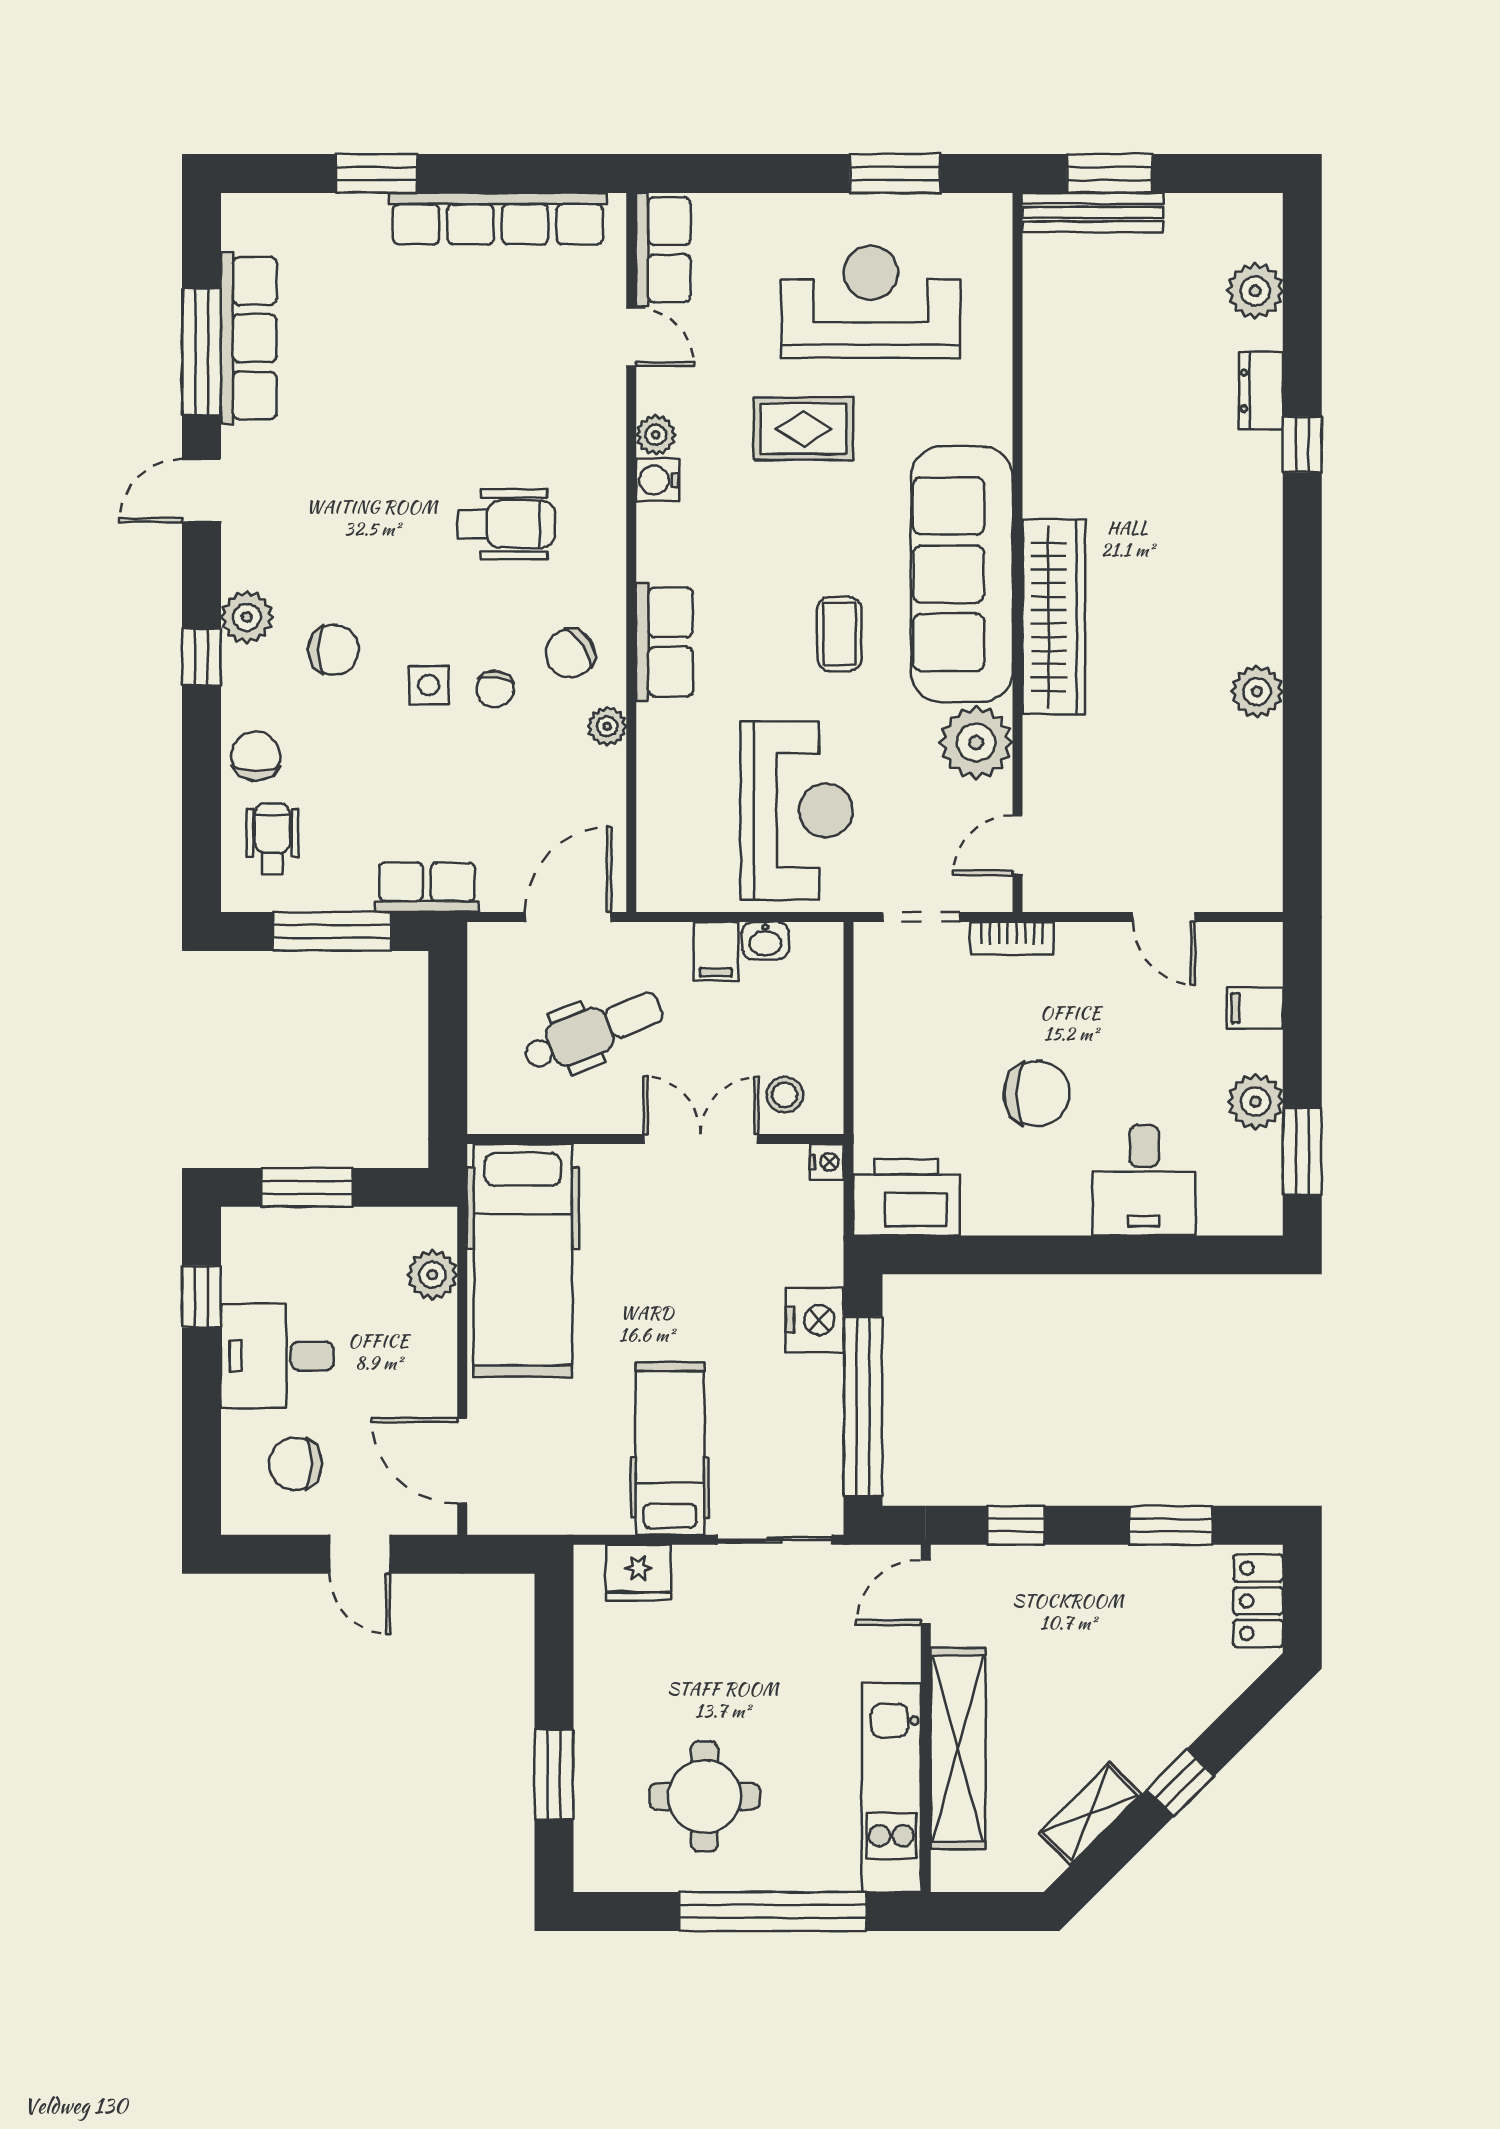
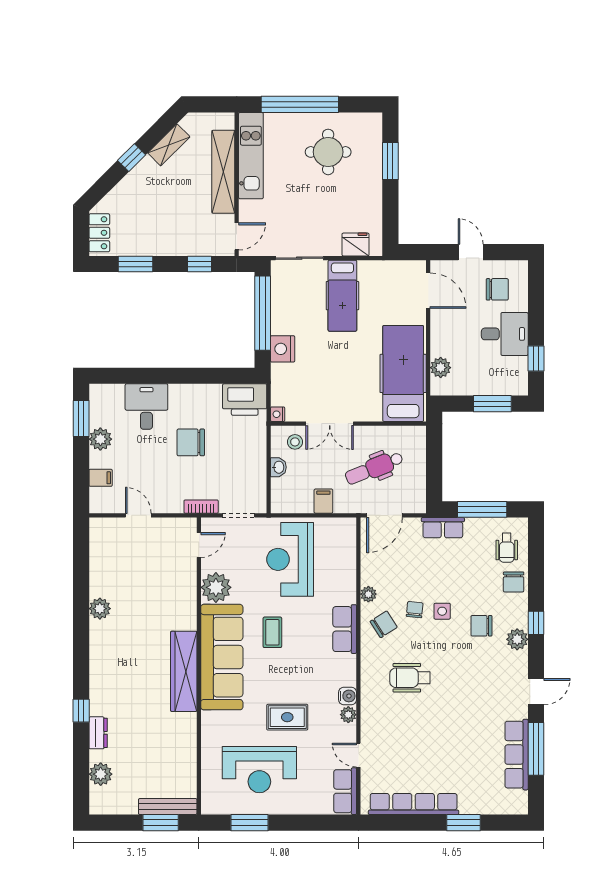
wardrobe: (1054, 617) -> (184, 671), moved
washbasin: (765, 941) -> (278, 467), moved, turned 90

